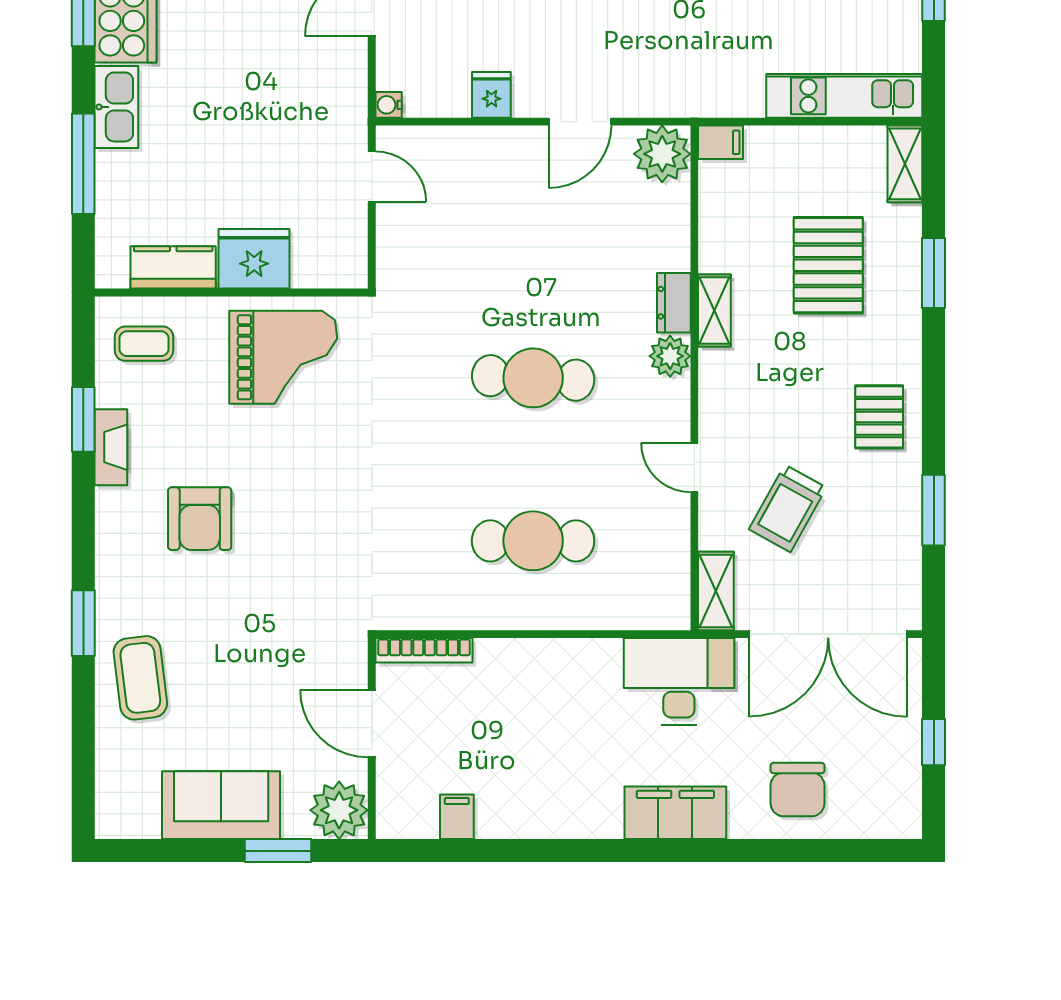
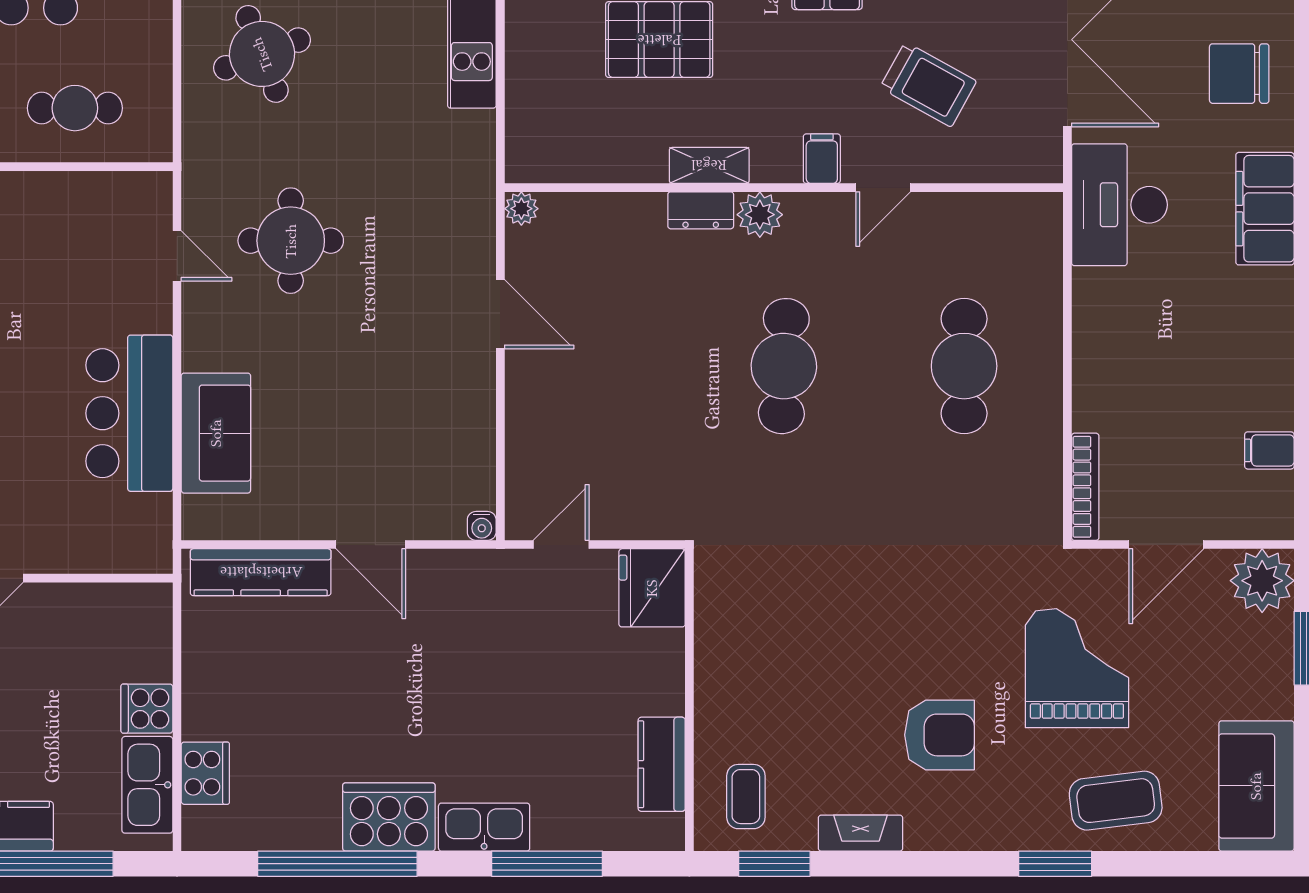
fridge: (491, 95) -> (471, 412), removed
filing cabinet: (721, 142) -> (822, 159), moved
plant: (662, 154) -> (521, 209), width x0.53, depth x0.53
fridge: (254, 259) -> (652, 588), moved
grand piano: (283, 357) -> (1077, 668), moved
window: (83, 419) -> (774, 864), moved
shelving: (716, 591) -> (1020, 164), removed
chair: (798, 790) -> (1239, 74), turned 180
sofa: (221, 805) -> (1256, 786), moved

